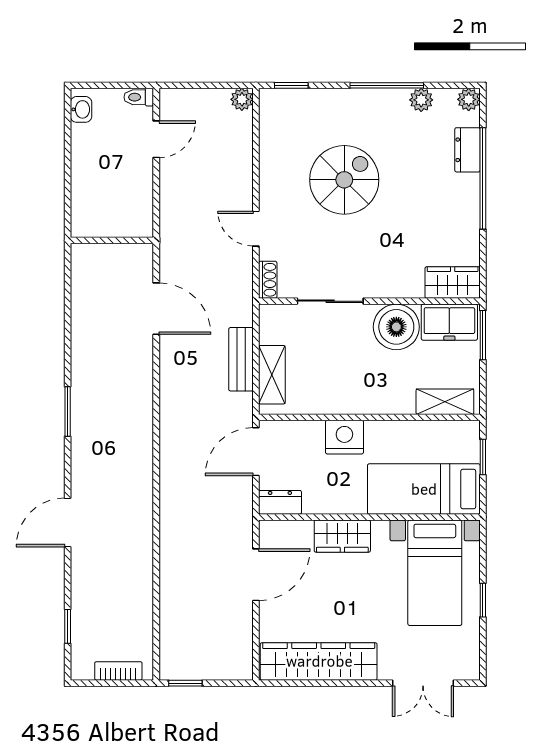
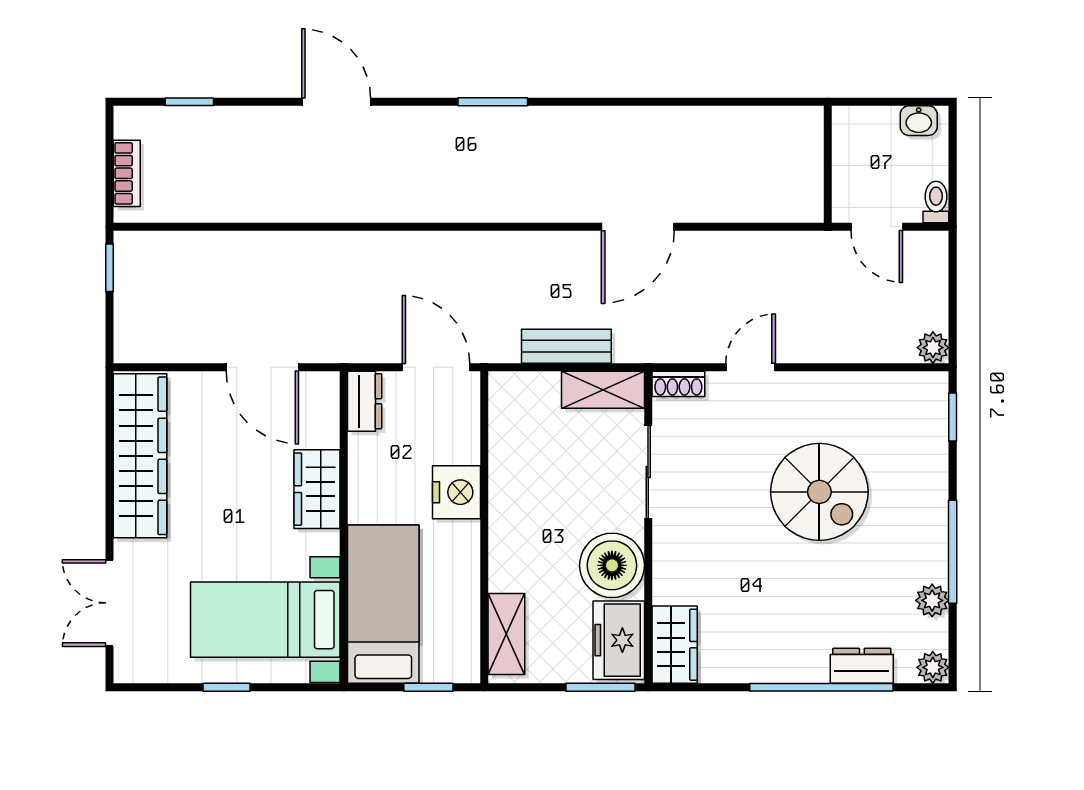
wall: (112, 240) -> (828, 164), moved
shelving: (272, 375) -> (603, 390), moved

